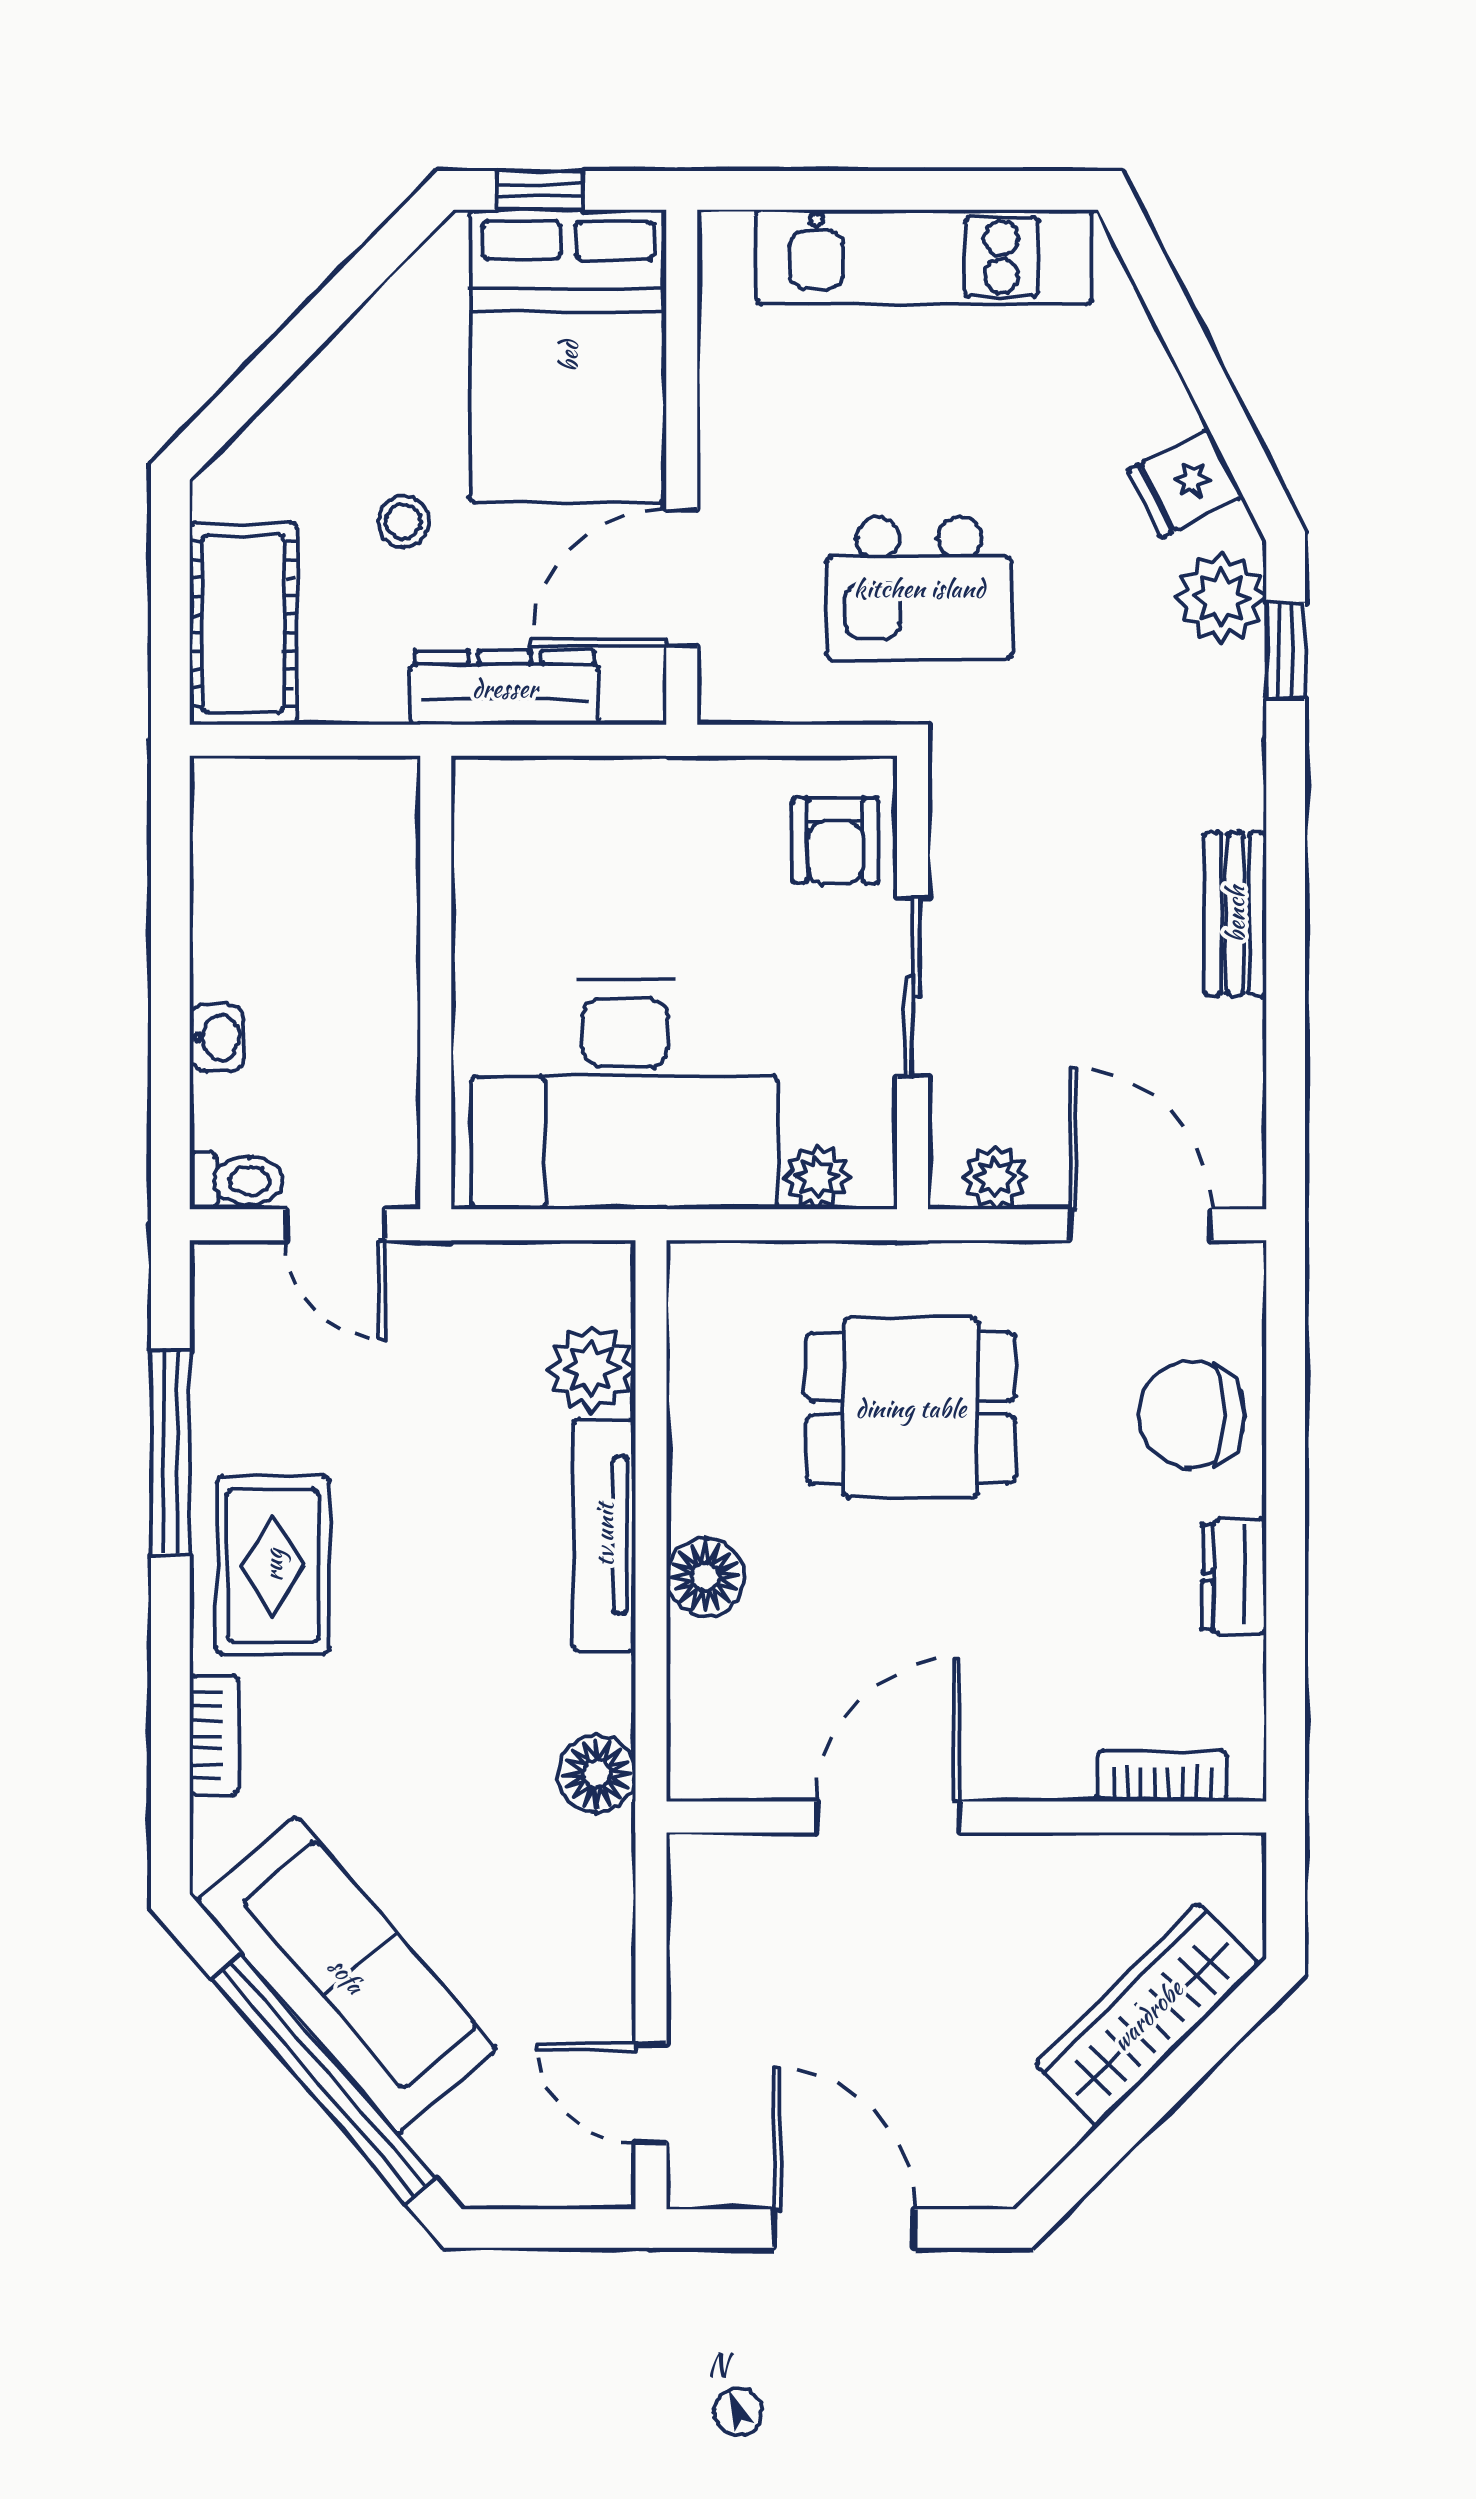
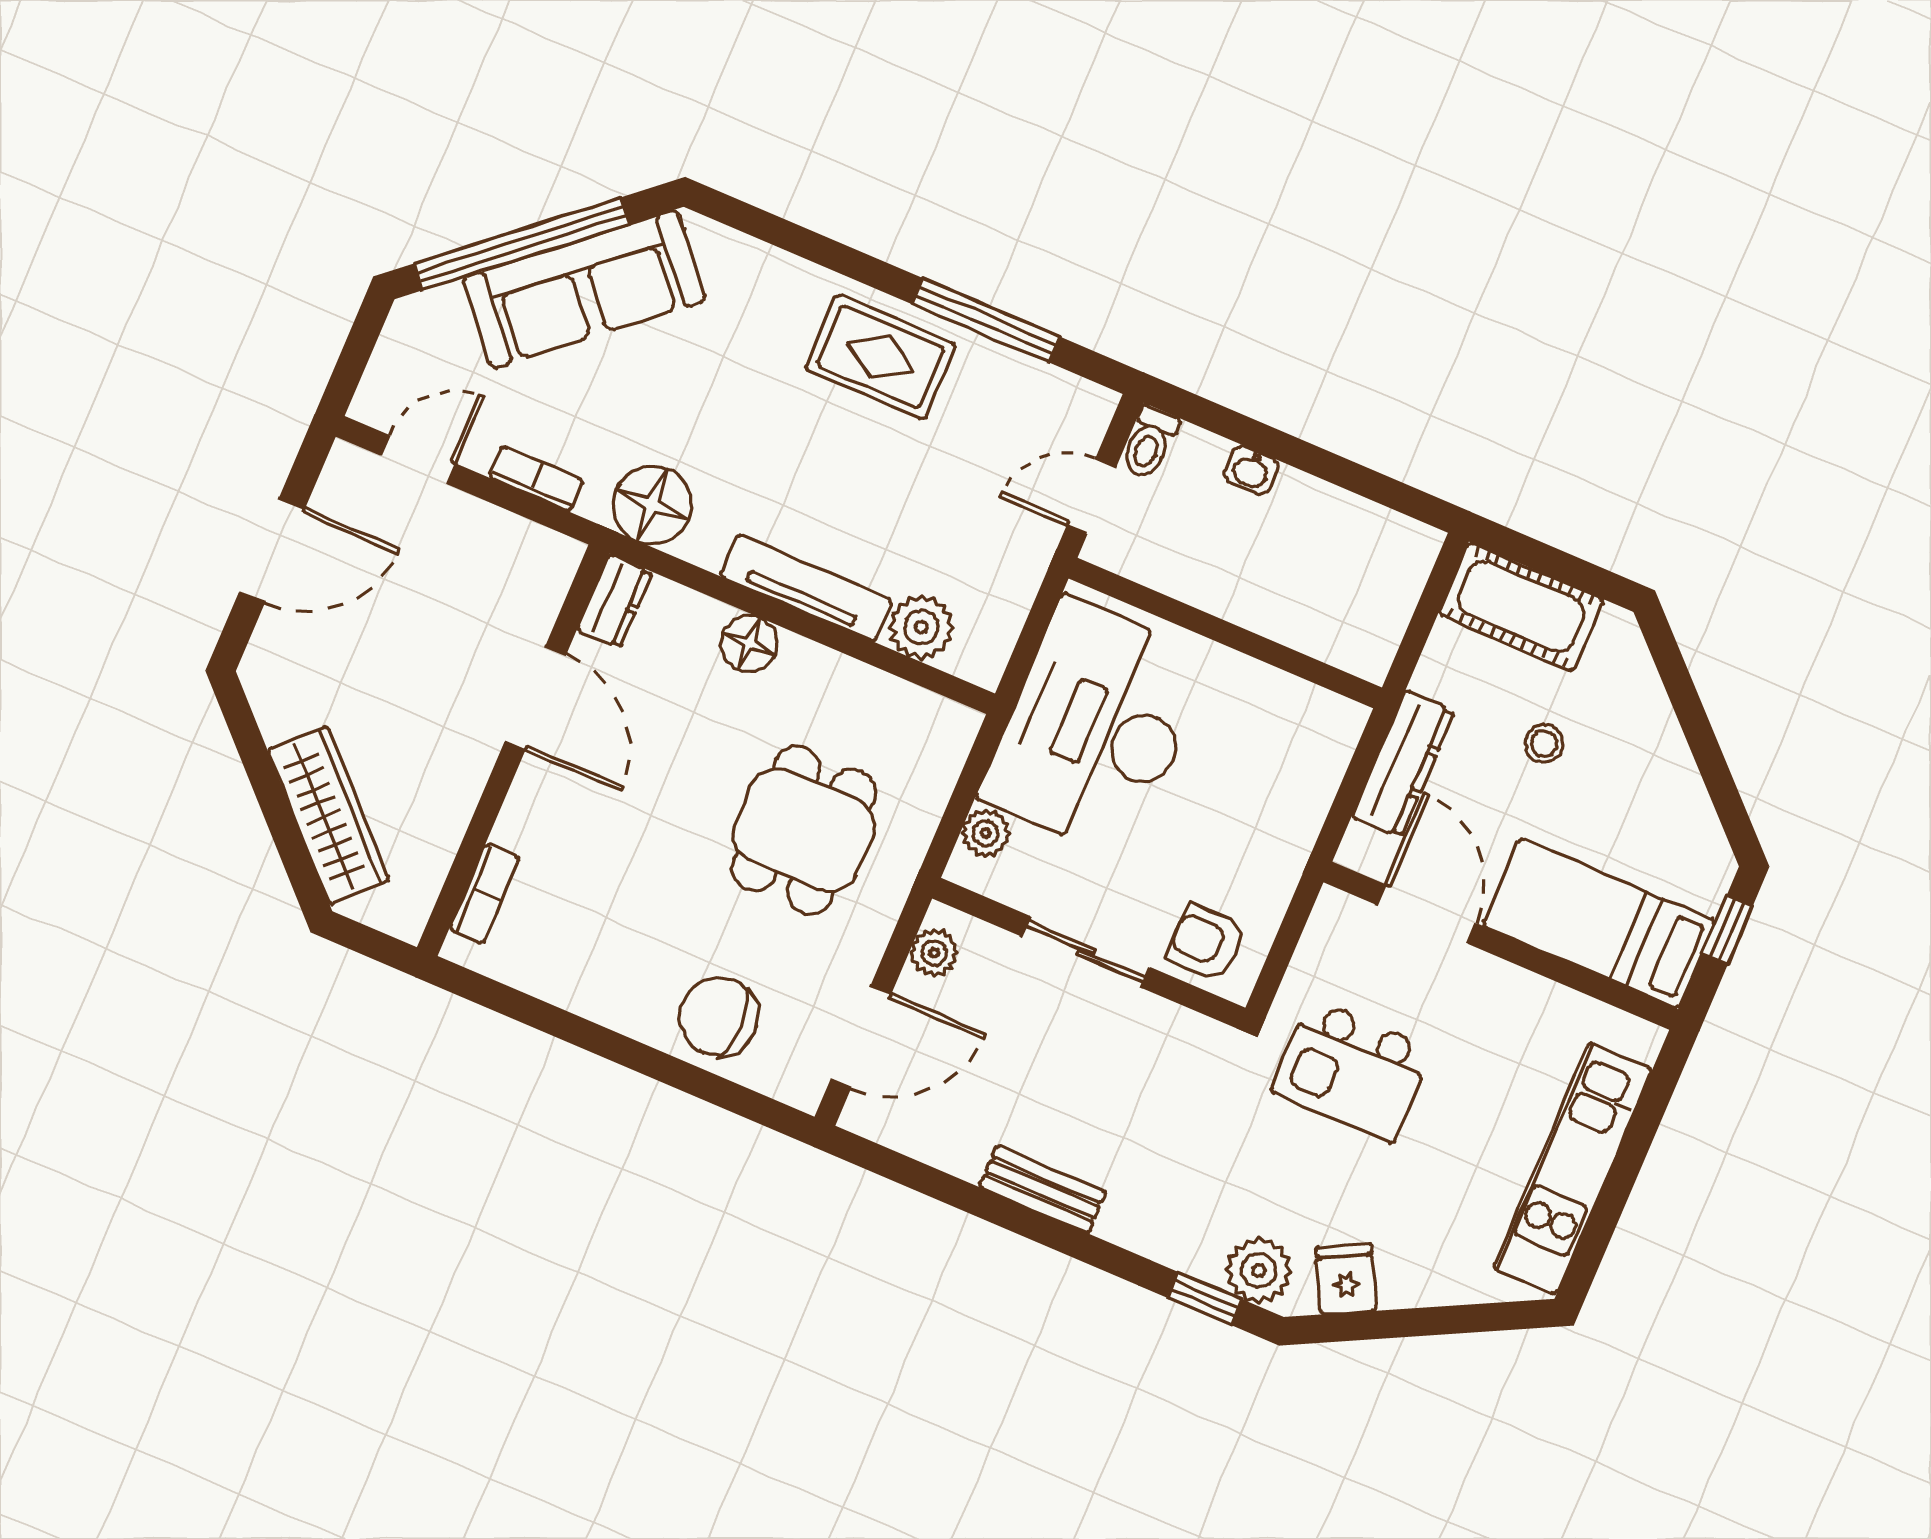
bed: (568, 356) -> (1599, 923), width x0.67
kitchen island: (919, 588) -> (1352, 1070), turned -90
chair: (1192, 1415) -> (719, 1017), turned -90
dresser: (1234, 1577) -> (615, 601), moved, turned 90
bookcase: (214, 1735) -> (536, 479), moved, turned 180
floor lamp: (597, 1774) -> (652, 505), width x1.38, depth x1.38

